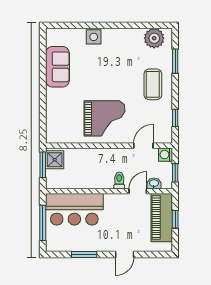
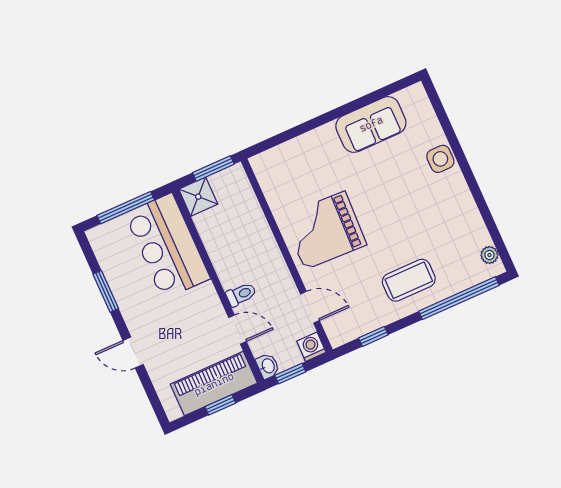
plant: (154, 38) -> (489, 255), width x0.53, depth x0.53
window: (175, 61) -> (459, 298), width x2.11
grand piano: (105, 118) -> (325, 230), turned 92
shower: (55, 160) -> (198, 197), moved
washbasin: (154, 183) -> (268, 366), moved

